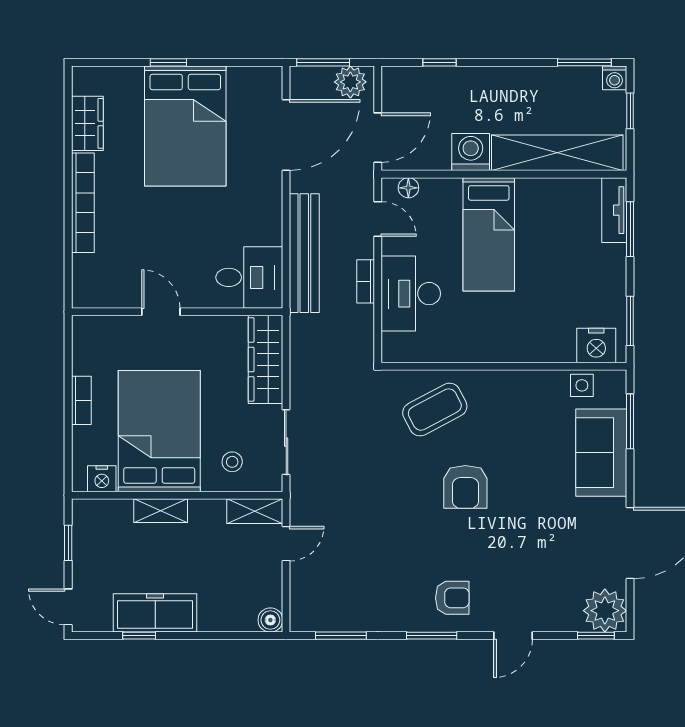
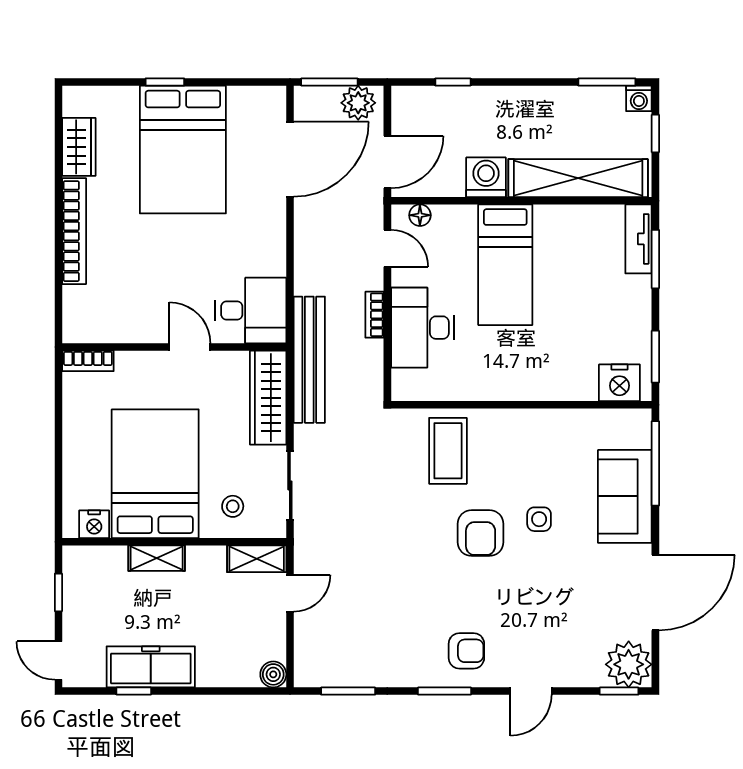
bench: (304, 253) -> (309, 360), moved
door: (161, 312) -> (190, 347), moved
side table: (582, 385) -> (539, 519), moved
bookcase: (81, 400) -> (88, 361), moved, turned 90
coffee table: (435, 410) -> (448, 451), turned -62
window: (630, 421) -> (655, 463), width x1.44

